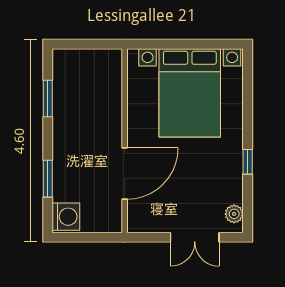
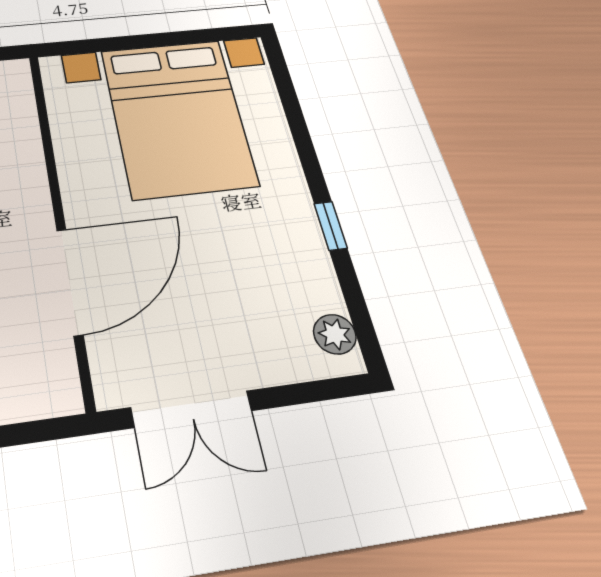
double door: (195, 237) -> (191, 409), moved

